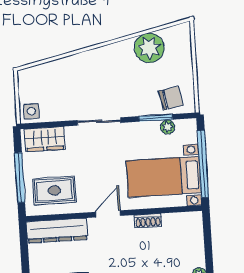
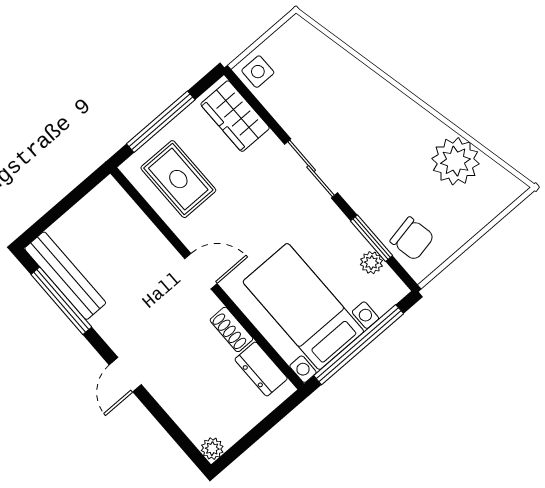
dresser: (57, 231) -> (261, 369), moved, width x0.51, depth x0.80

